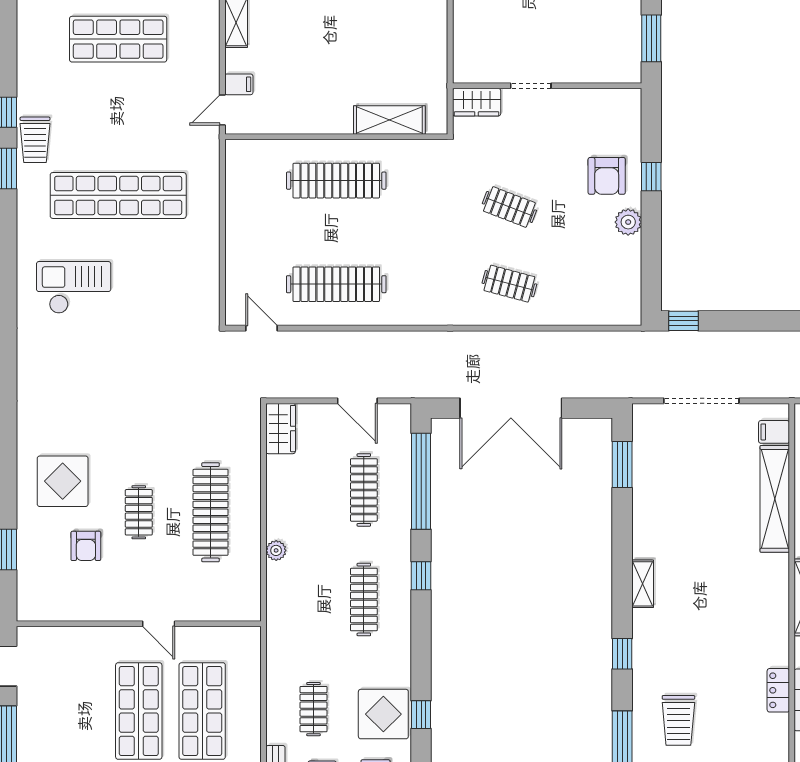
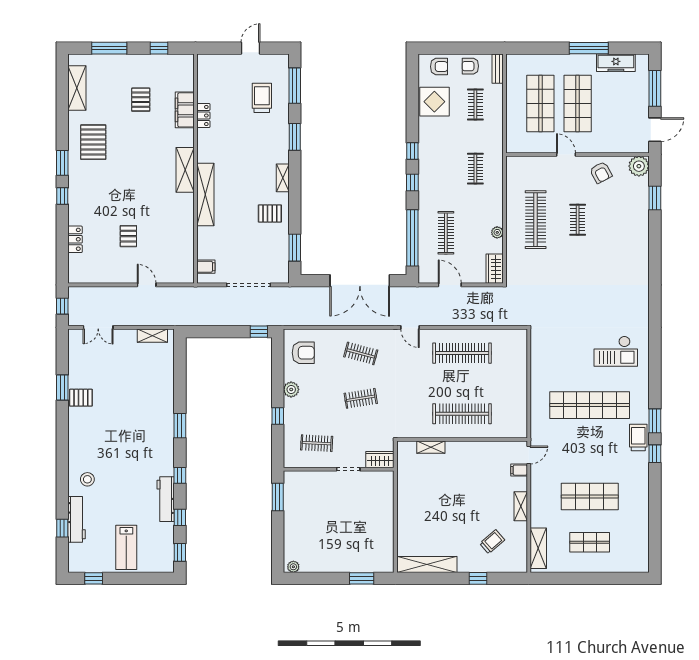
shelving: (389, 120) -> (431, 447), width x0.67, depth x0.75
clothes rail: (585, 130) -> (317, 443), added
armchair: (607, 176) -> (303, 353), moved, turned 90
clothes rail: (509, 207) -> (361, 398), turned -30
door: (262, 328) -> (410, 327), moved
double door: (511, 408) -> (360, 281), swing flipped
display table: (63, 481) -> (622, 238), removed
shelving: (775, 499) -> (205, 195), moved
pallet: (665, 523) -> (270, 214), added
armchair: (86, 546) -> (601, 173), moved, turned 152
plant: (276, 550) -> (497, 232), moved
clothes rail: (364, 600) -> (475, 169), moved, width x0.73
plant: (34, 604) -> (639, 166), added
window: (622, 654) -> (295, 137), width x1.50
window: (421, 715) -> (412, 151), moved

